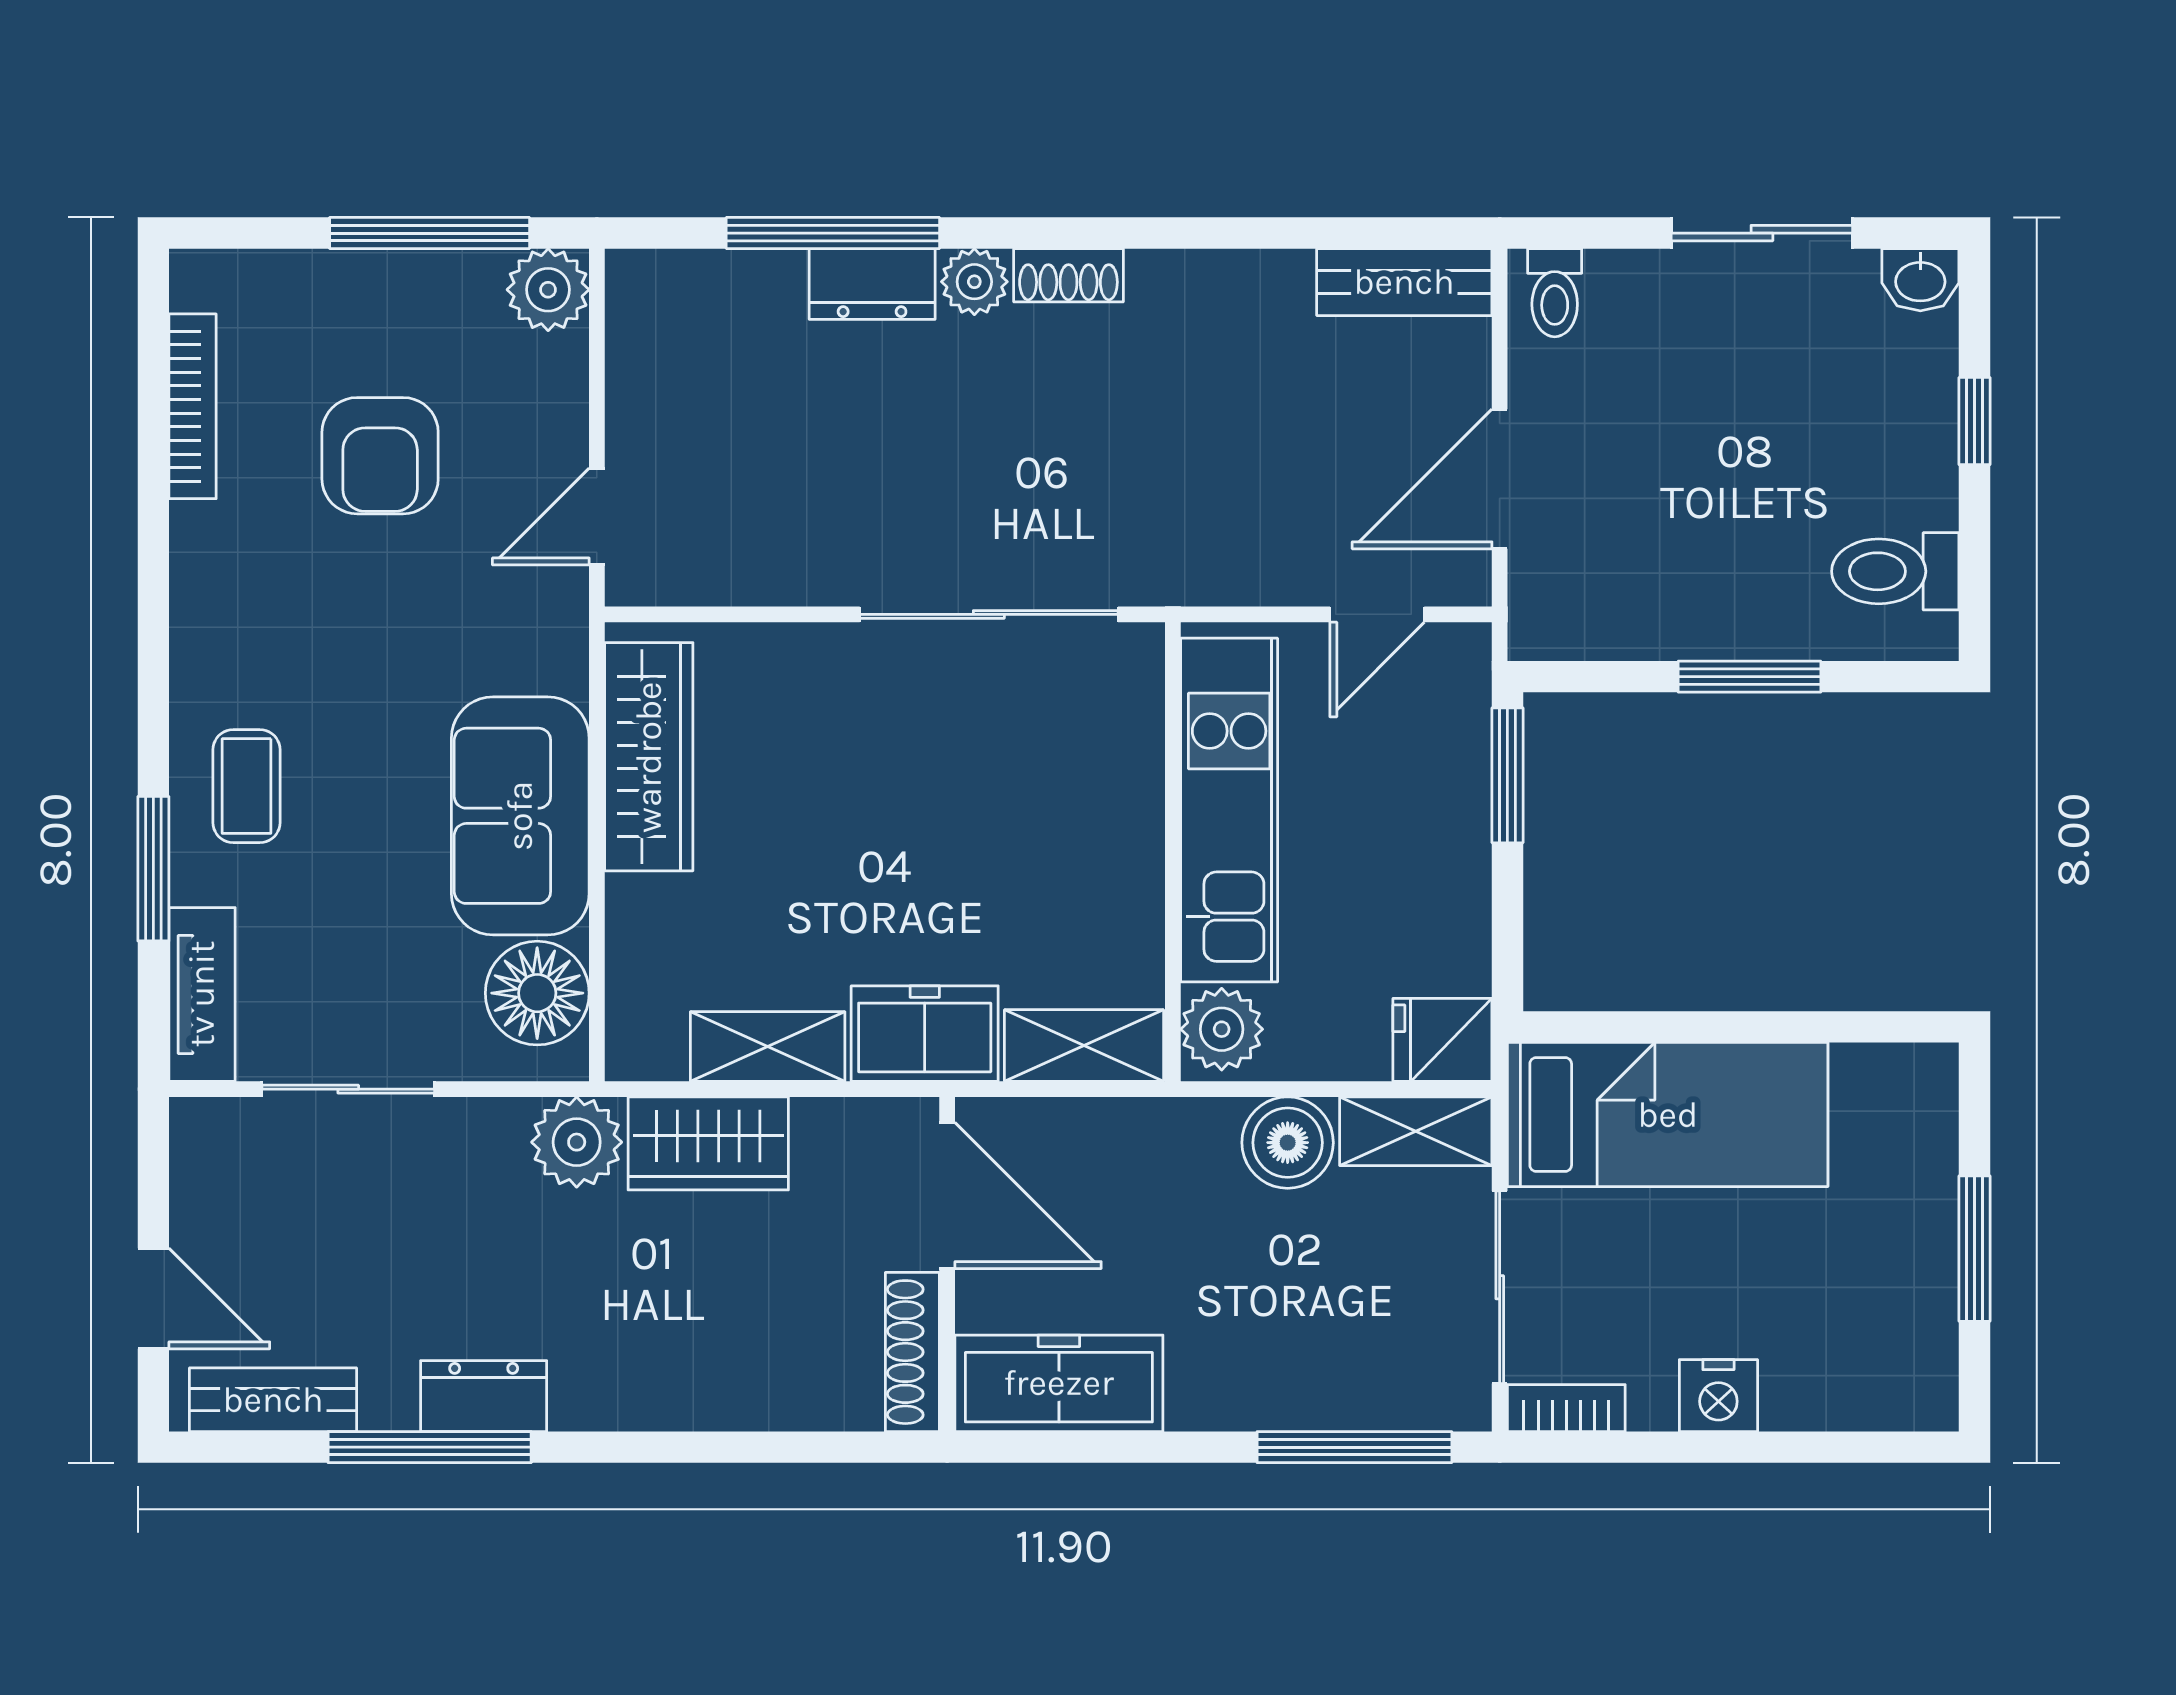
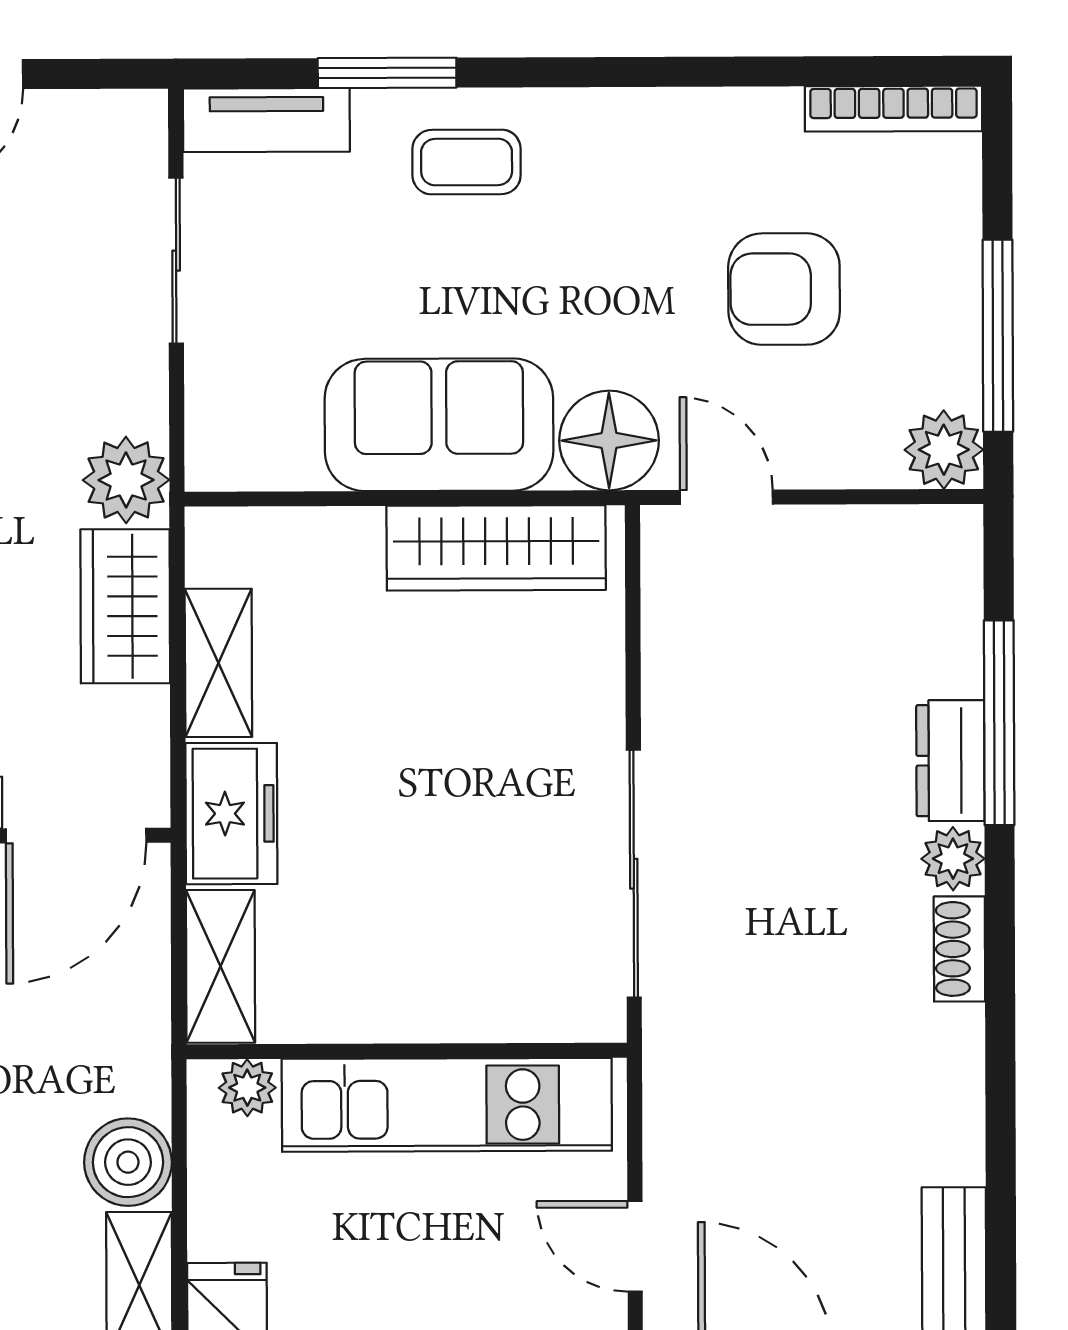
bookcase: (193, 406) -> (893, 109), moved
floor lamp: (537, 993) -> (609, 440), moved
plant: (1222, 1029) -> (247, 1088), width x0.73, depth x0.73

